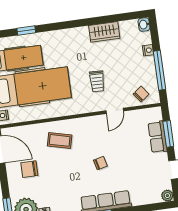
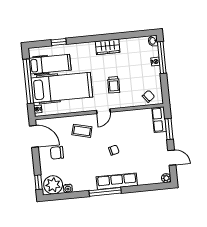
wardrobe: (104, 32) -> (108, 47), moved
window: (159, 70) -> (162, 57), moved
door: (115, 111) -> (103, 111), moved
row of seats: (158, 137) -> (159, 120), moved

